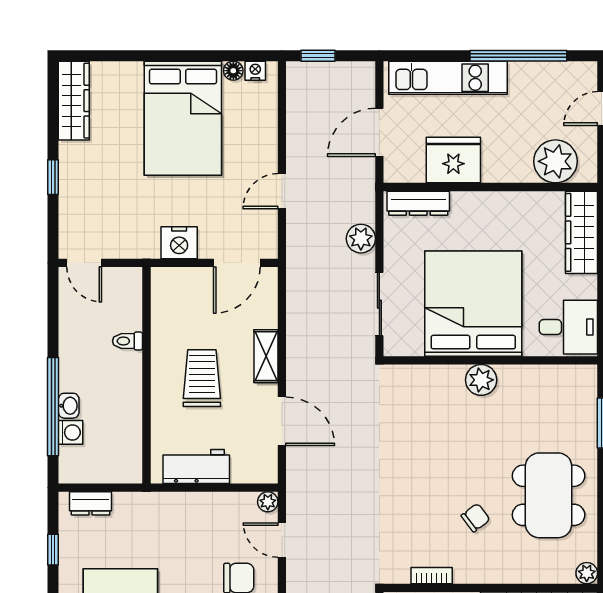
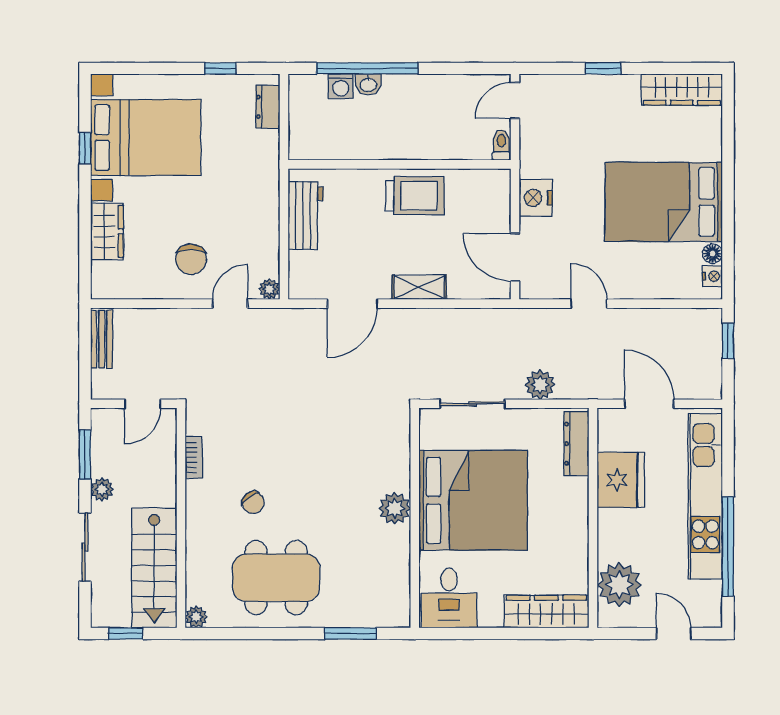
kitchen unit: (448, 78) -> (705, 496), width x1.36
toilet: (128, 341) -> (501, 145), moved
trolley: (202, 378) -> (415, 196), moved

